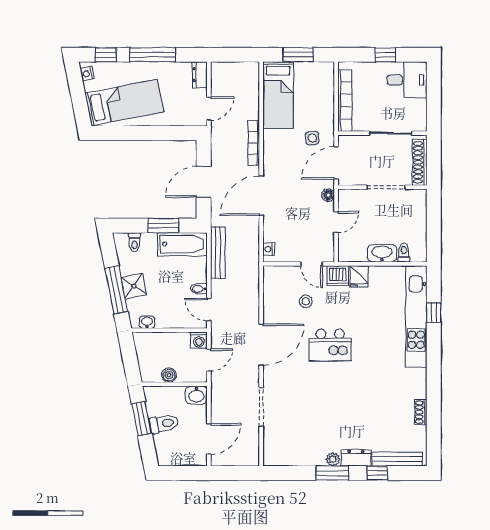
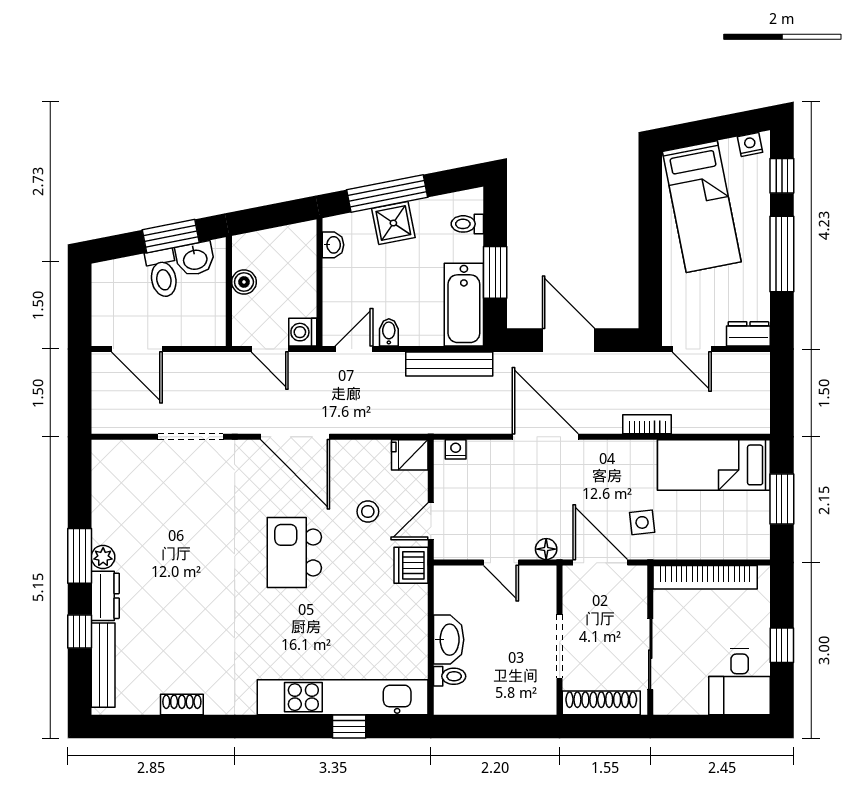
bookcase: (254, 143) -> (647, 424), width x0.64
fridge: (359, 276) -> (410, 455), moved
washbasin: (196, 395) -> (195, 259), moved, turned -101

